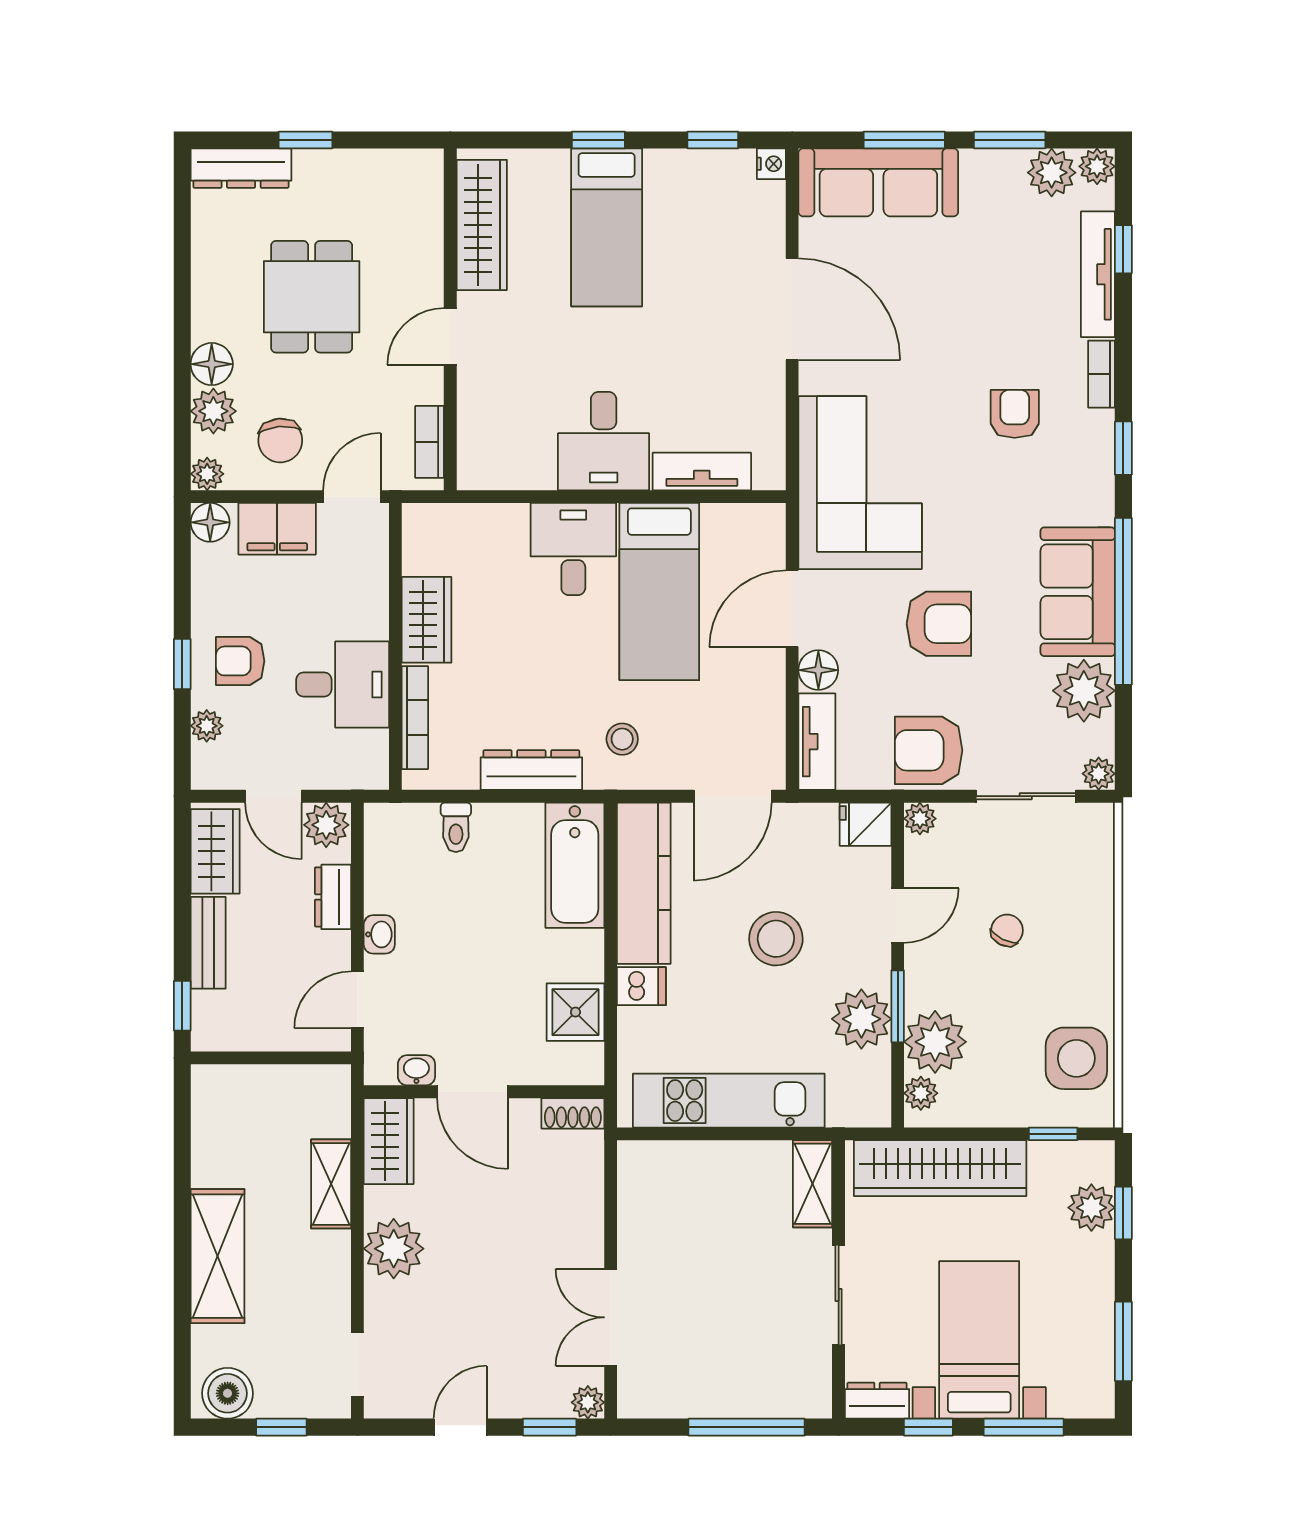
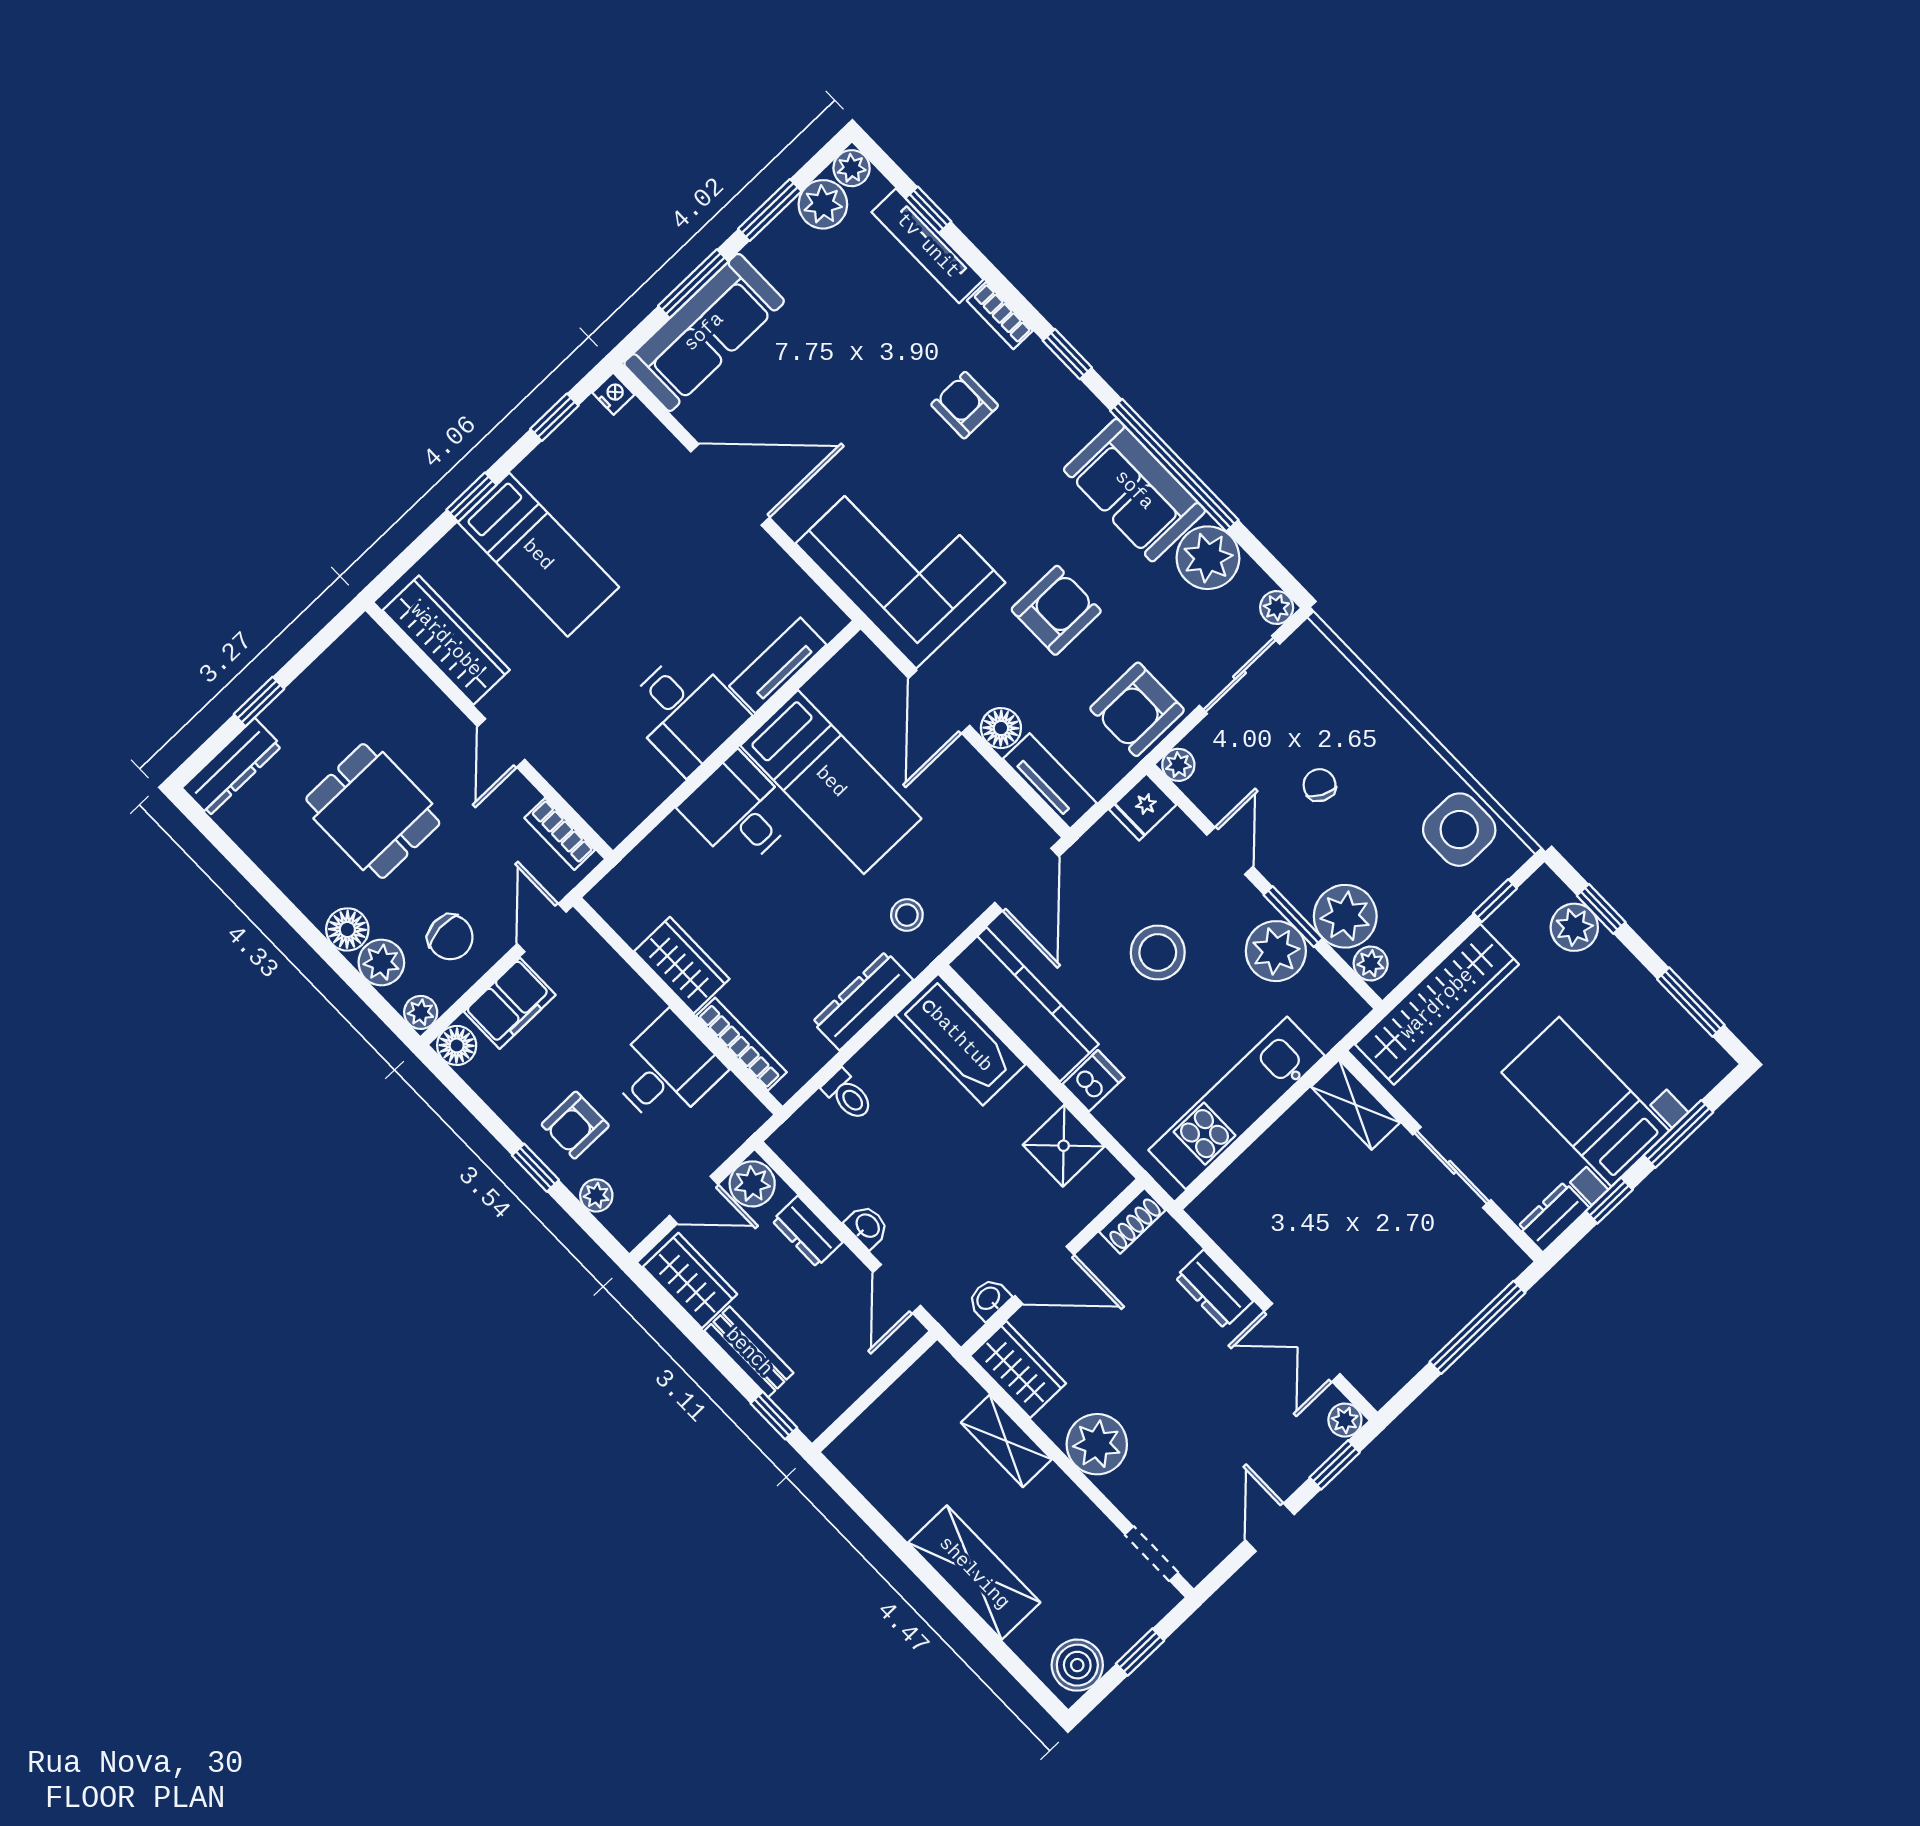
dresser: (584, 1218) -> (1214, 1289), added

